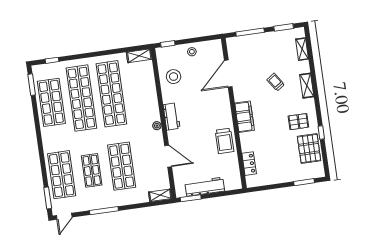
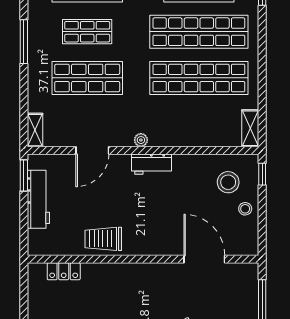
stool: (174, 77) -> (228, 182), moved
filing cabinet: (244, 117) -> (136, 274), removed

